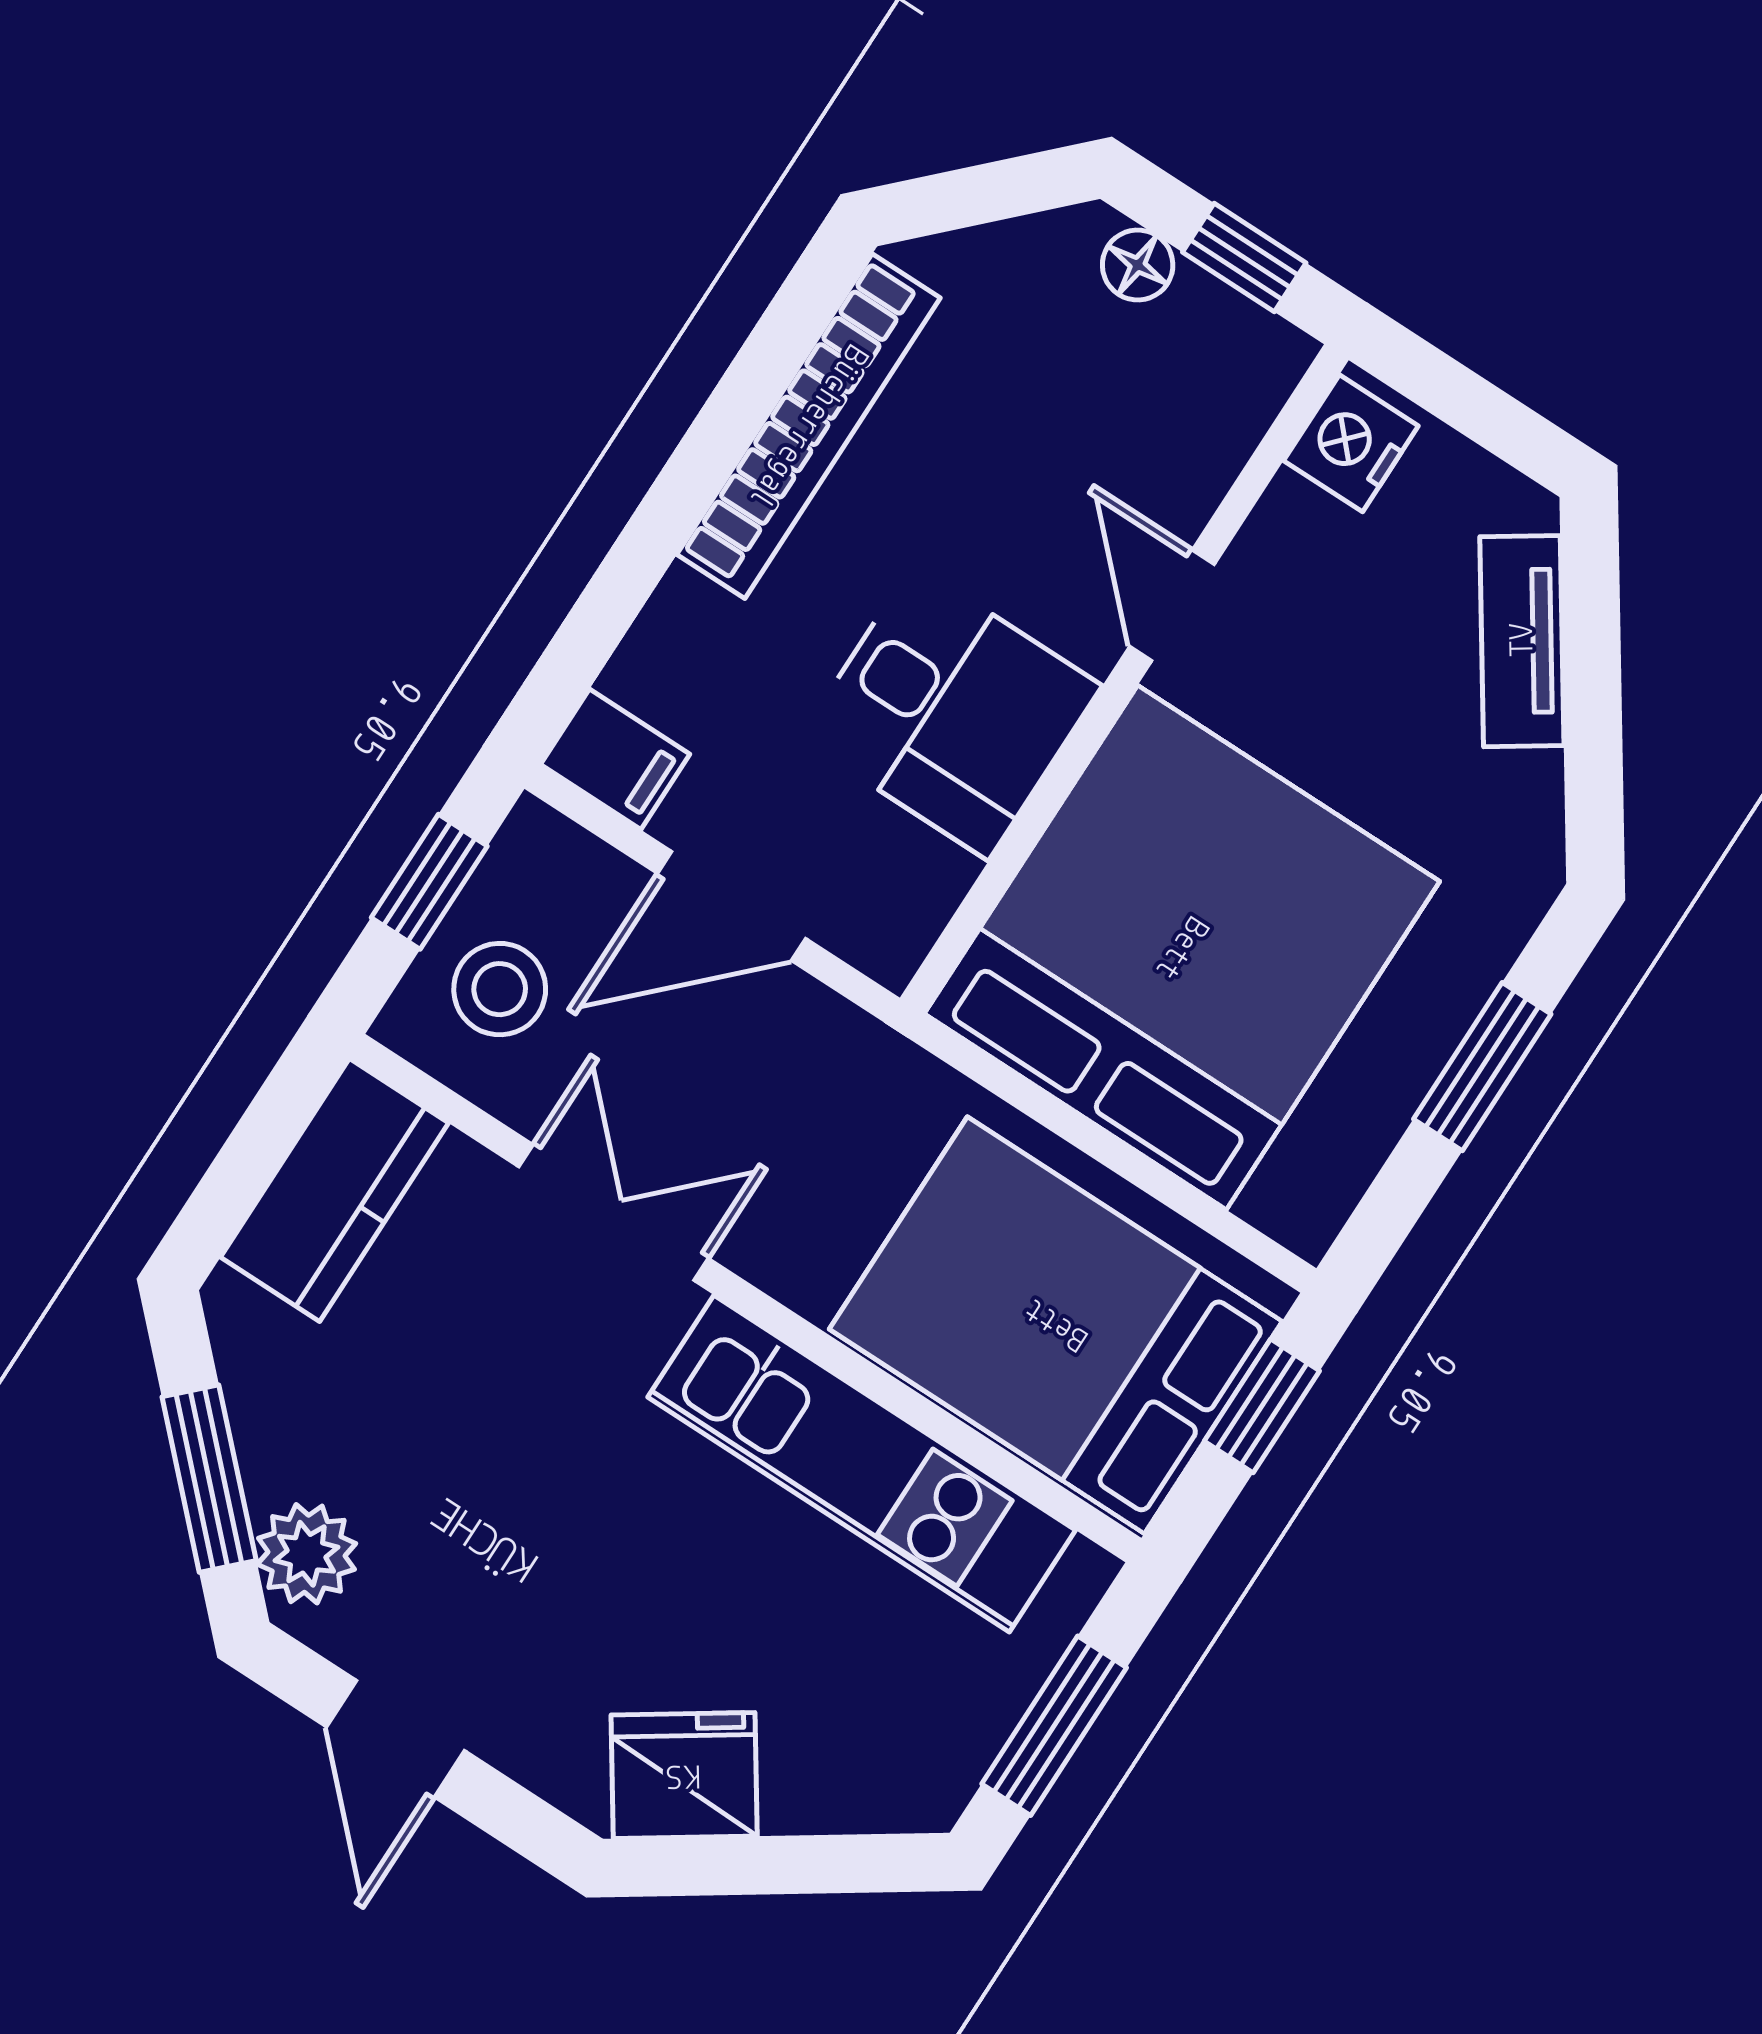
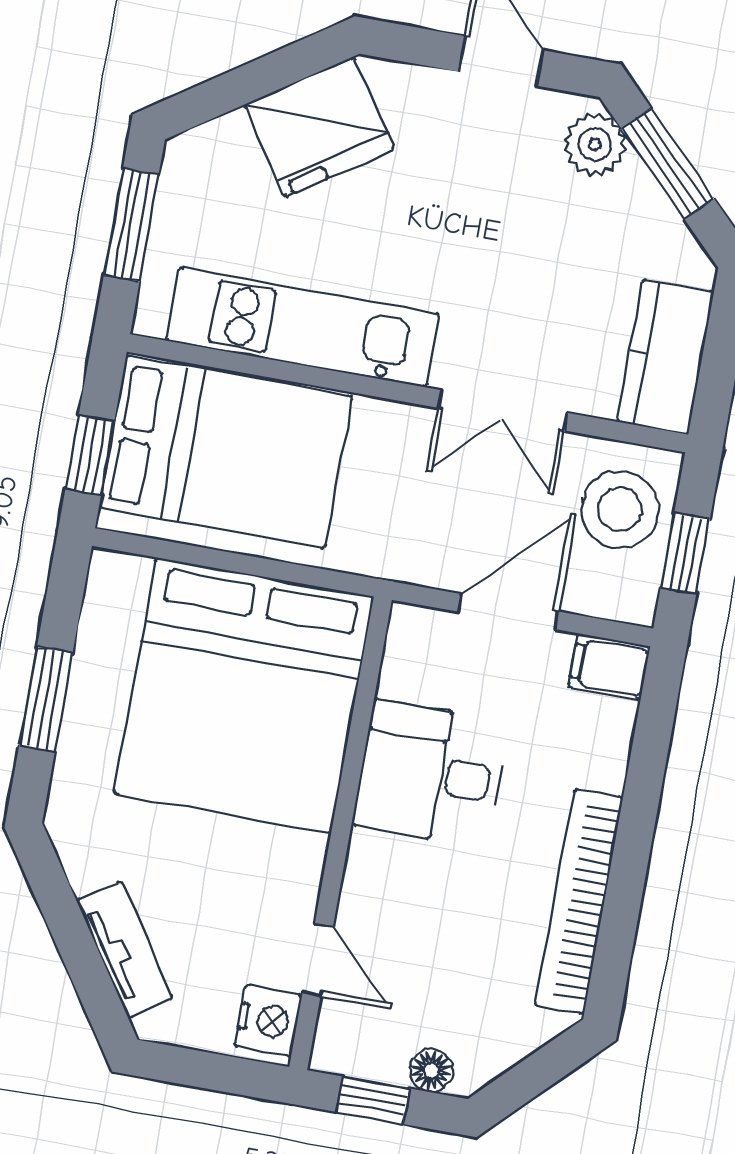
door: (1172, 605) -> (318, 960), moved
stool: (500, 989) -> (620, 510), width x1.38, depth x1.38
fridge: (684, 1776) -> (319, 127), width x1.36, depth x1.34

